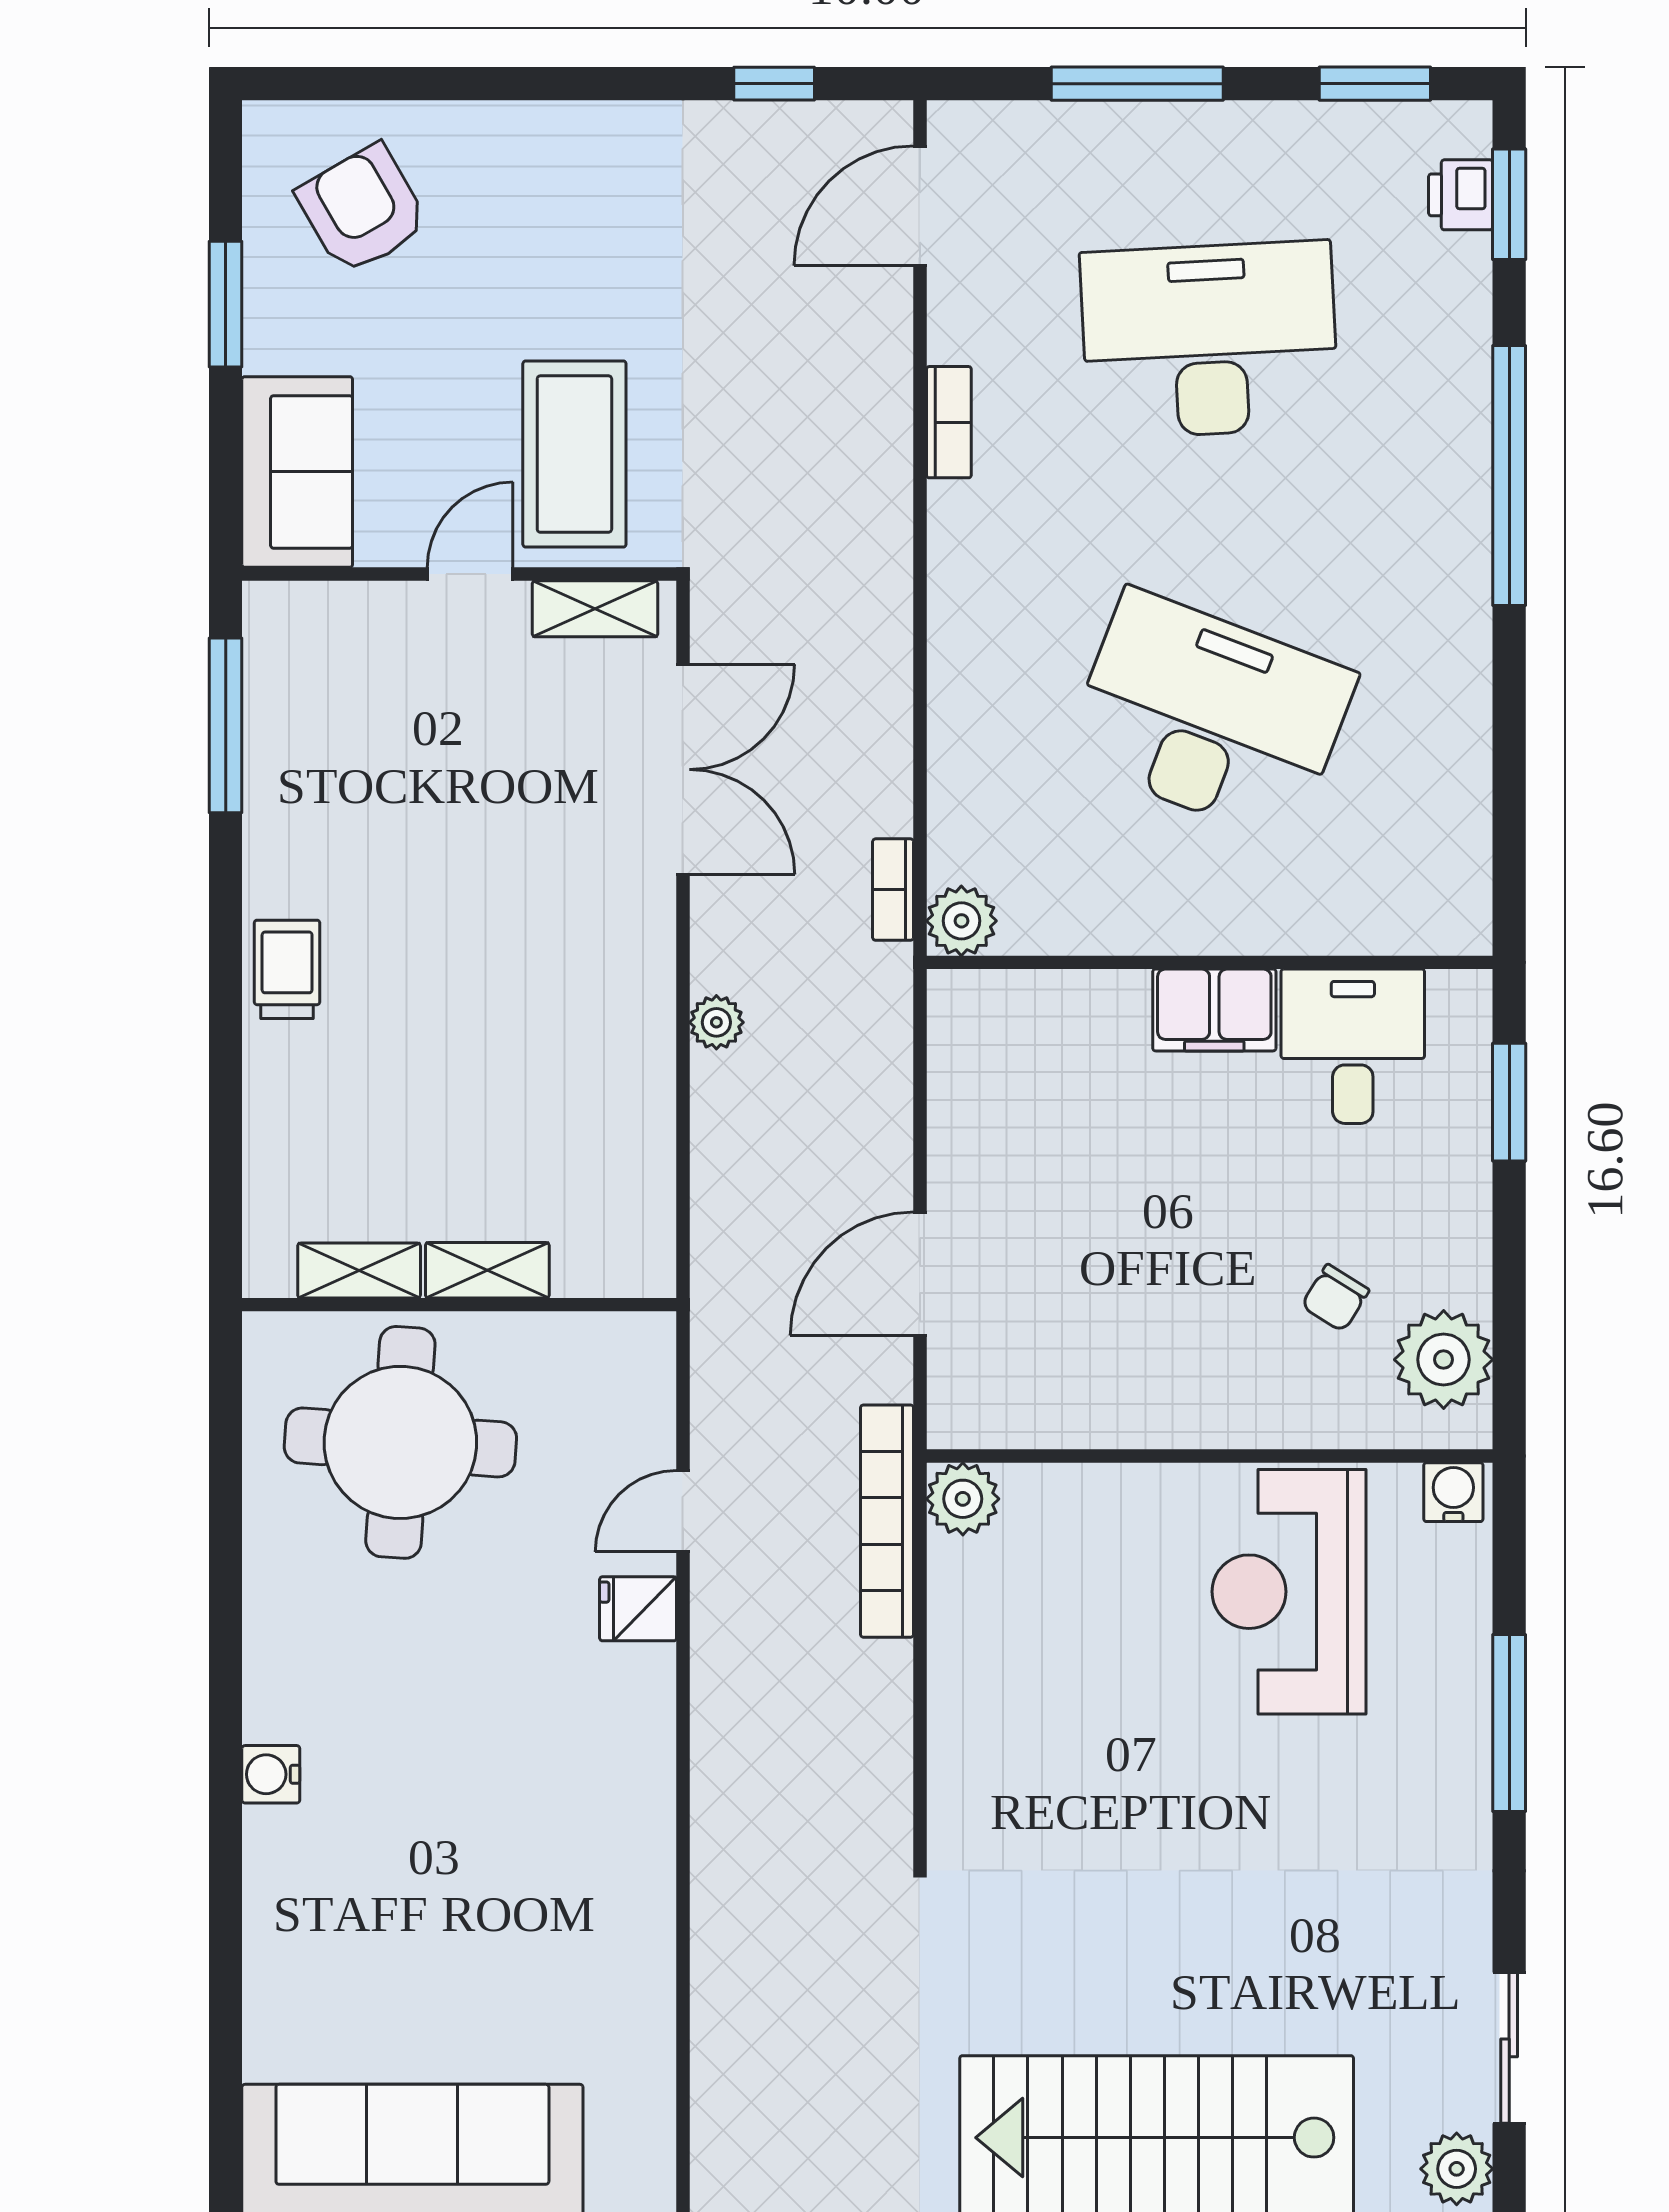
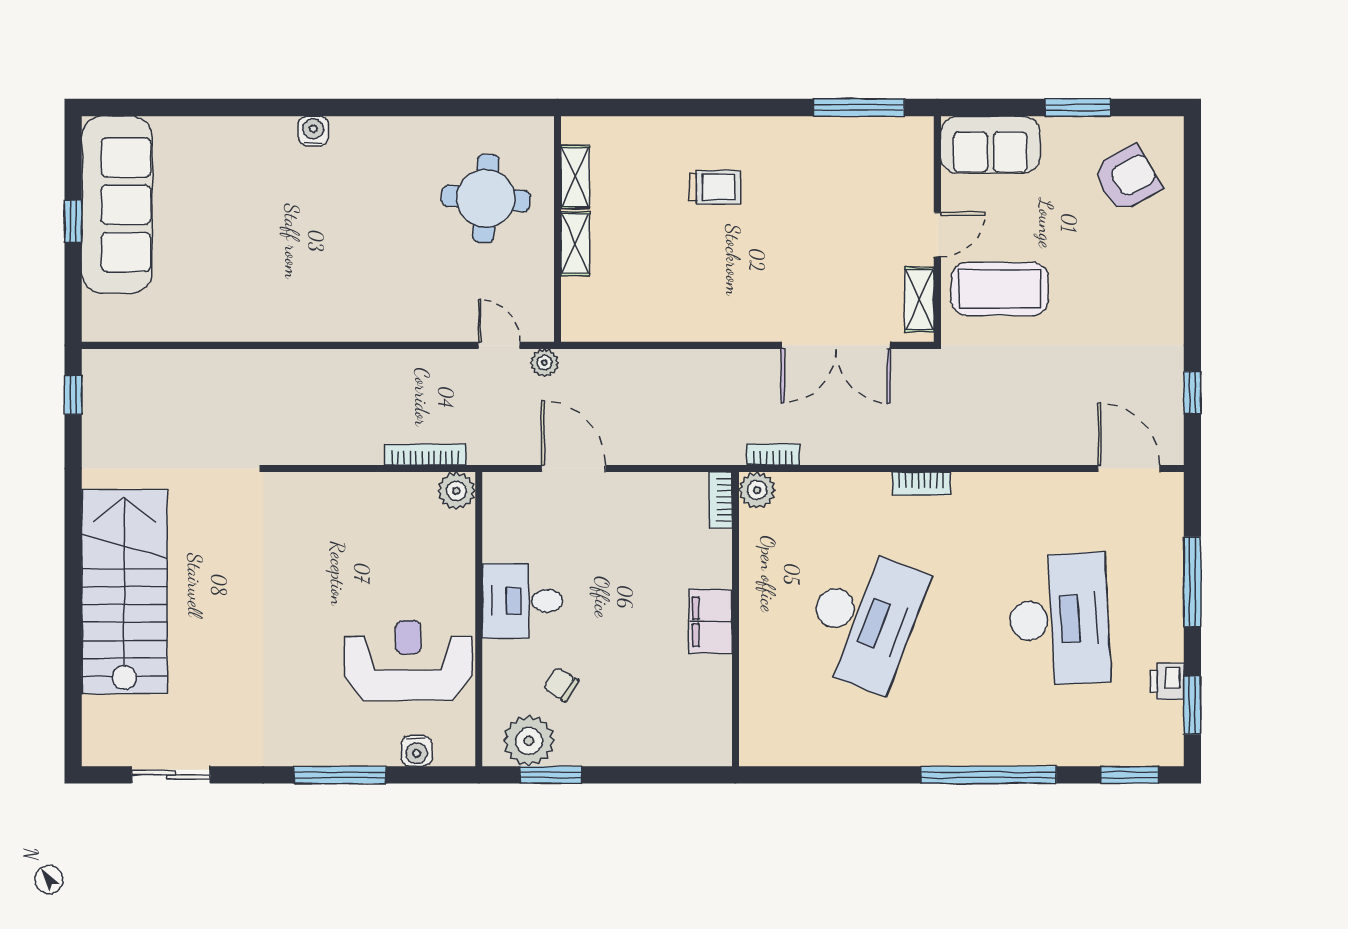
printer: (1461, 195) -> (1167, 681), moved, turned -90
bookcase: (949, 422) -> (921, 484), moved
door: (470, 574) -> (937, 235), hinge flipped
trolley: (287, 969) -> (715, 187), moved
bookcase: (981, 991) -> (721, 500), added
plant: (716, 1022) -> (544, 363), moved
desk: (1353, 1046) -> (522, 601), moved, turned 180
window: (1509, 1102) -> (551, 775), moved
round table: (400, 1442) -> (486, 198), width x0.73, depth x0.73
water cooler: (1453, 1492) -> (417, 751), moved, turned 90
door: (683, 1511) -> (499, 345), moved
bookcase: (887, 1521) -> (425, 455), width x0.68, depth x0.76
fridge: (638, 1609) -> (399, 322), removed
plant: (1457, 2169) -> (108, 748), removed

